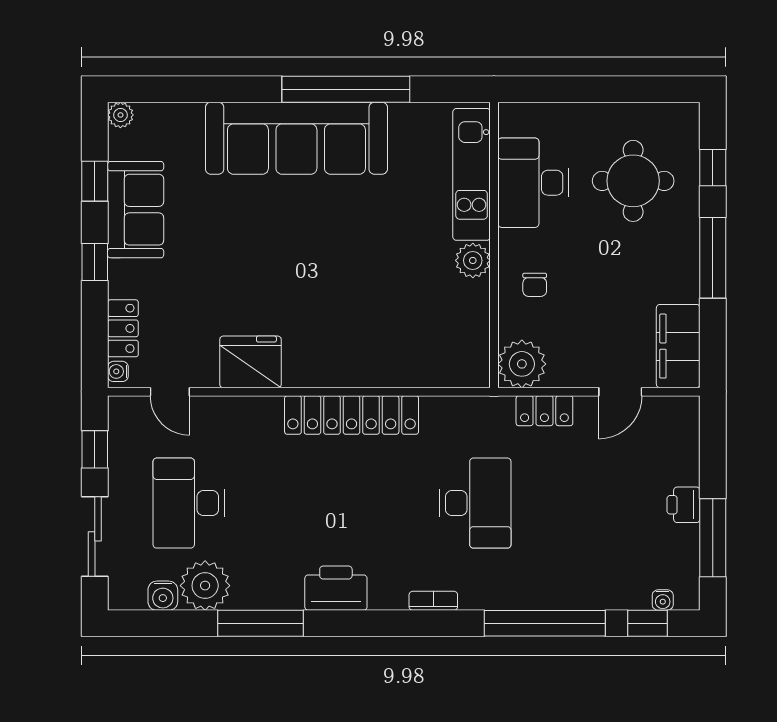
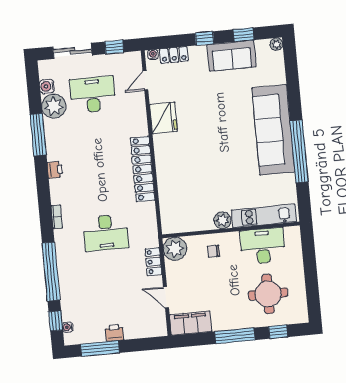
printer: (336, 588) -> (55, 170), width x0.53, depth x0.68

